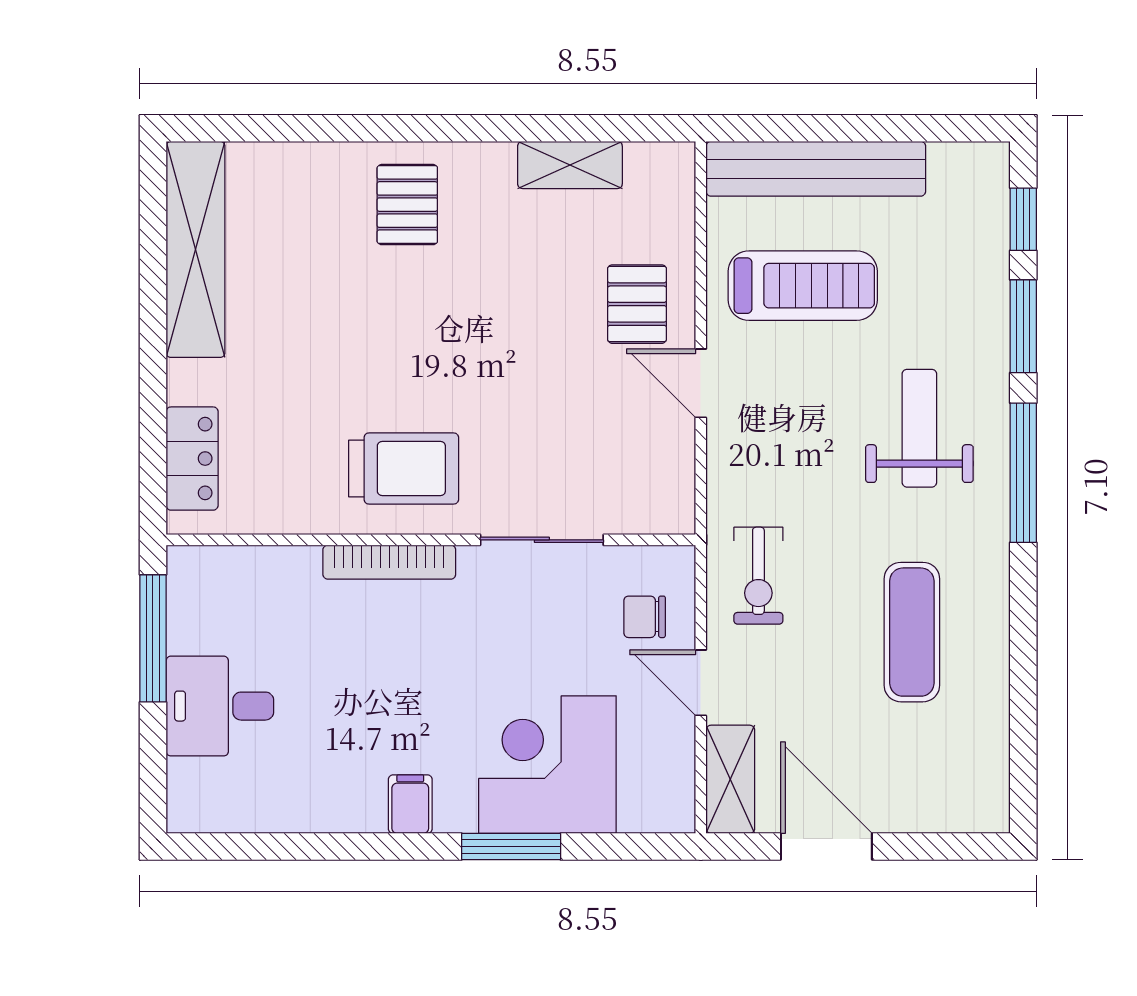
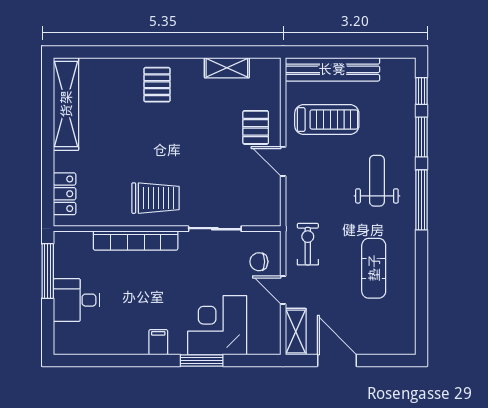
bookcase: (389, 562) -> (136, 241), width x1.48, depth x1.31
exercise bike: (758, 576) -> (308, 244), turned 180

